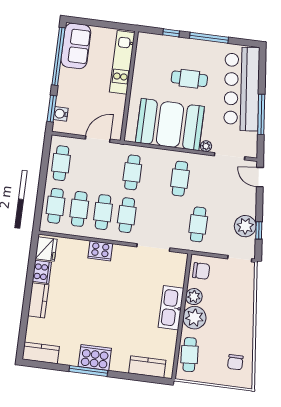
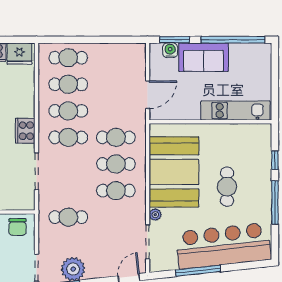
sofa: (76, 46) -> (204, 57), moved
door: (98, 139) -> (148, 95), hinge flipped
cafe table: (61, 163) -> (116, 164), moved
cooker: (100, 251) -> (25, 131), moved

